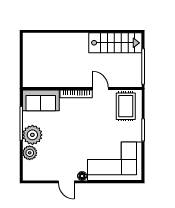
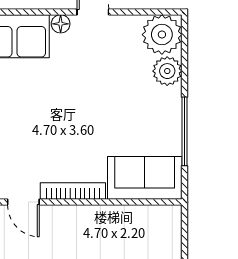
plant: (32, 135) -> (162, 35), moved

